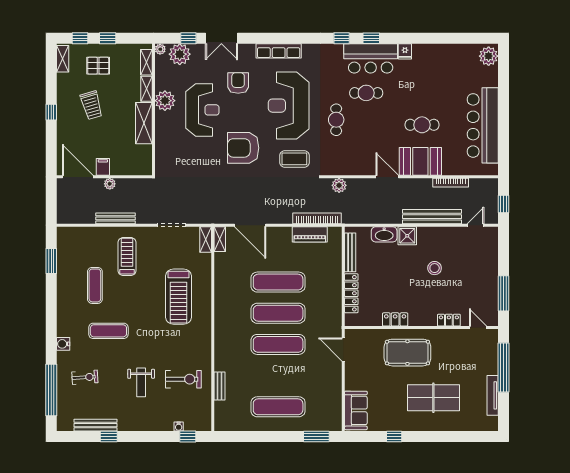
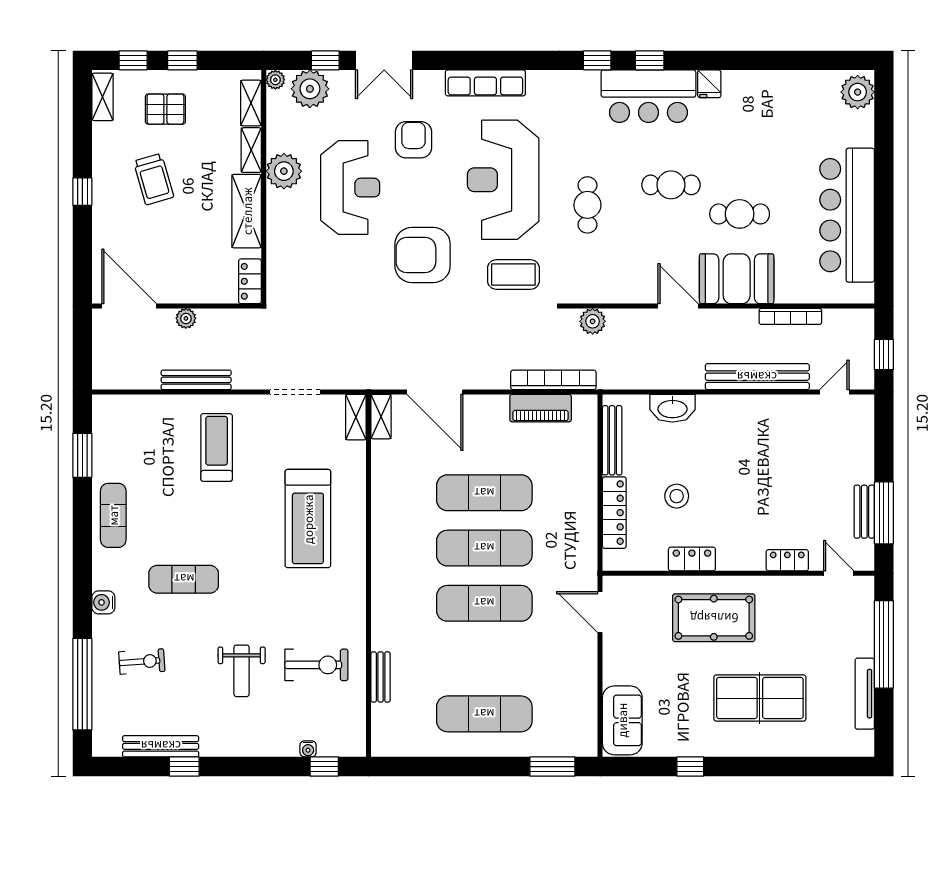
cafe table: (366, 93) -> (671, 185), moved
locker: (146, 163) -> (250, 281), added
filing cabinet: (103, 167) -> (174, 289), removed
shower: (407, 236) -> (713, 411), removed
stool: (435, 268) -> (677, 496), moved
exercise mat: (95, 285) -> (113, 515), moved
bench: (492, 293) -> (864, 512), added

